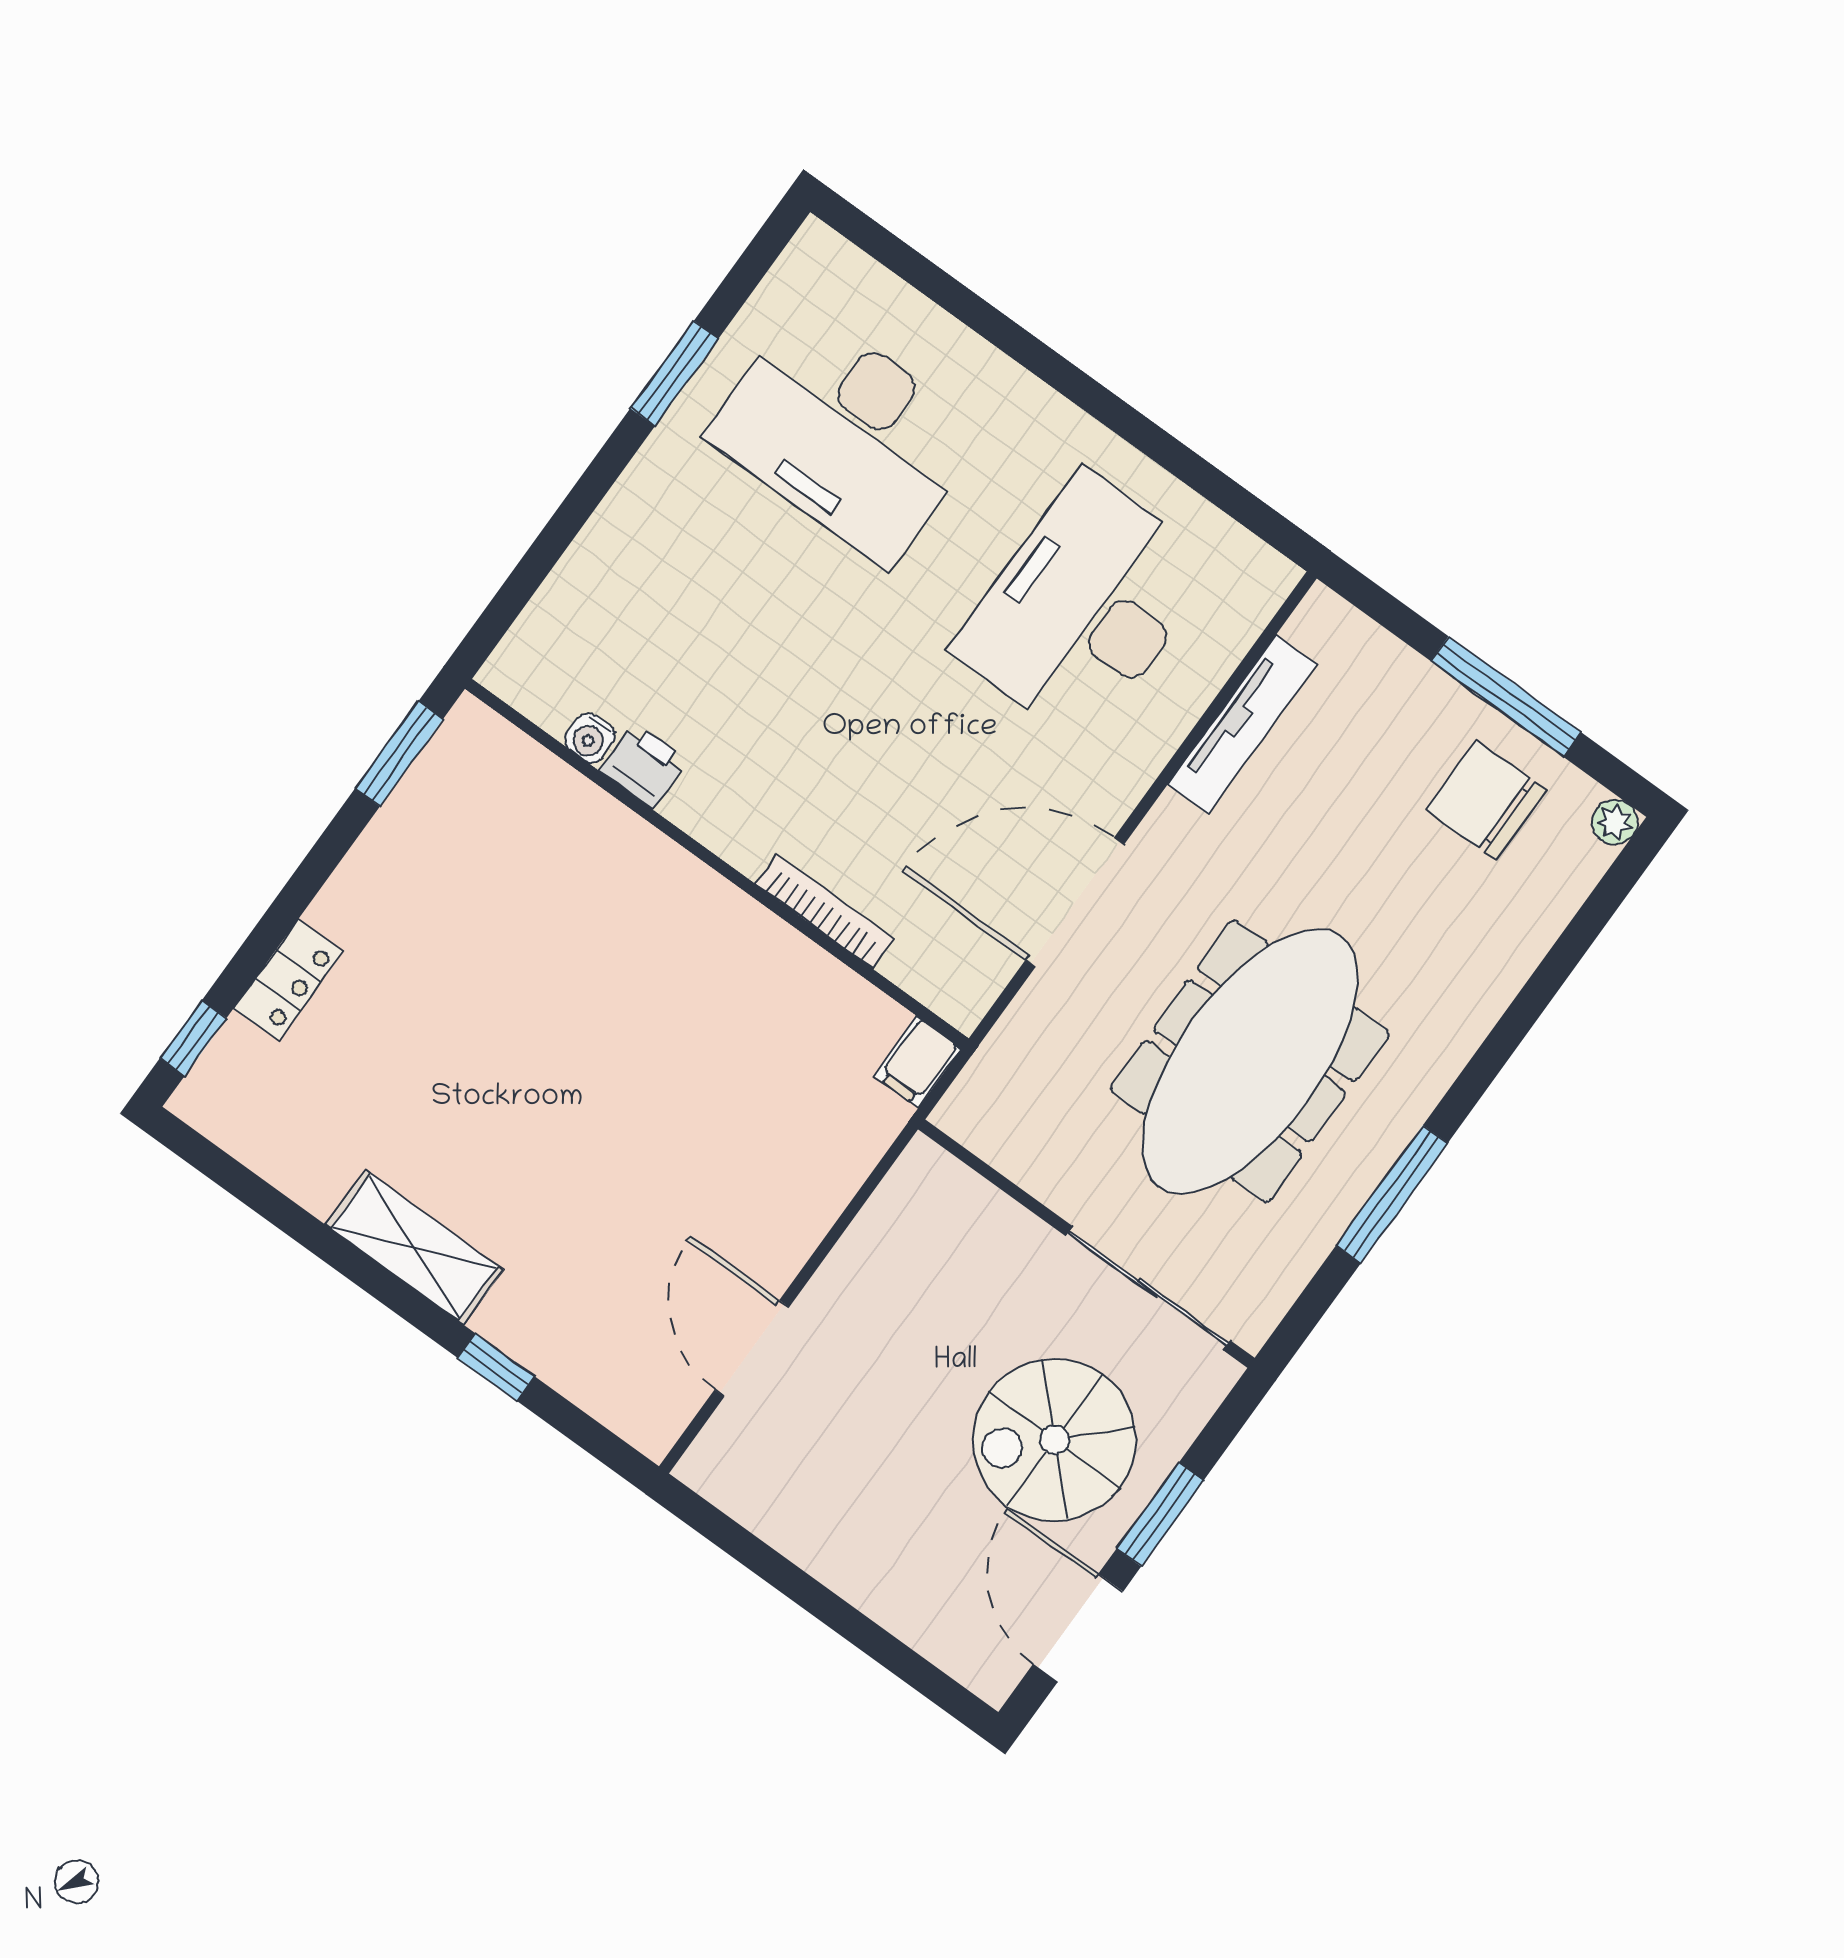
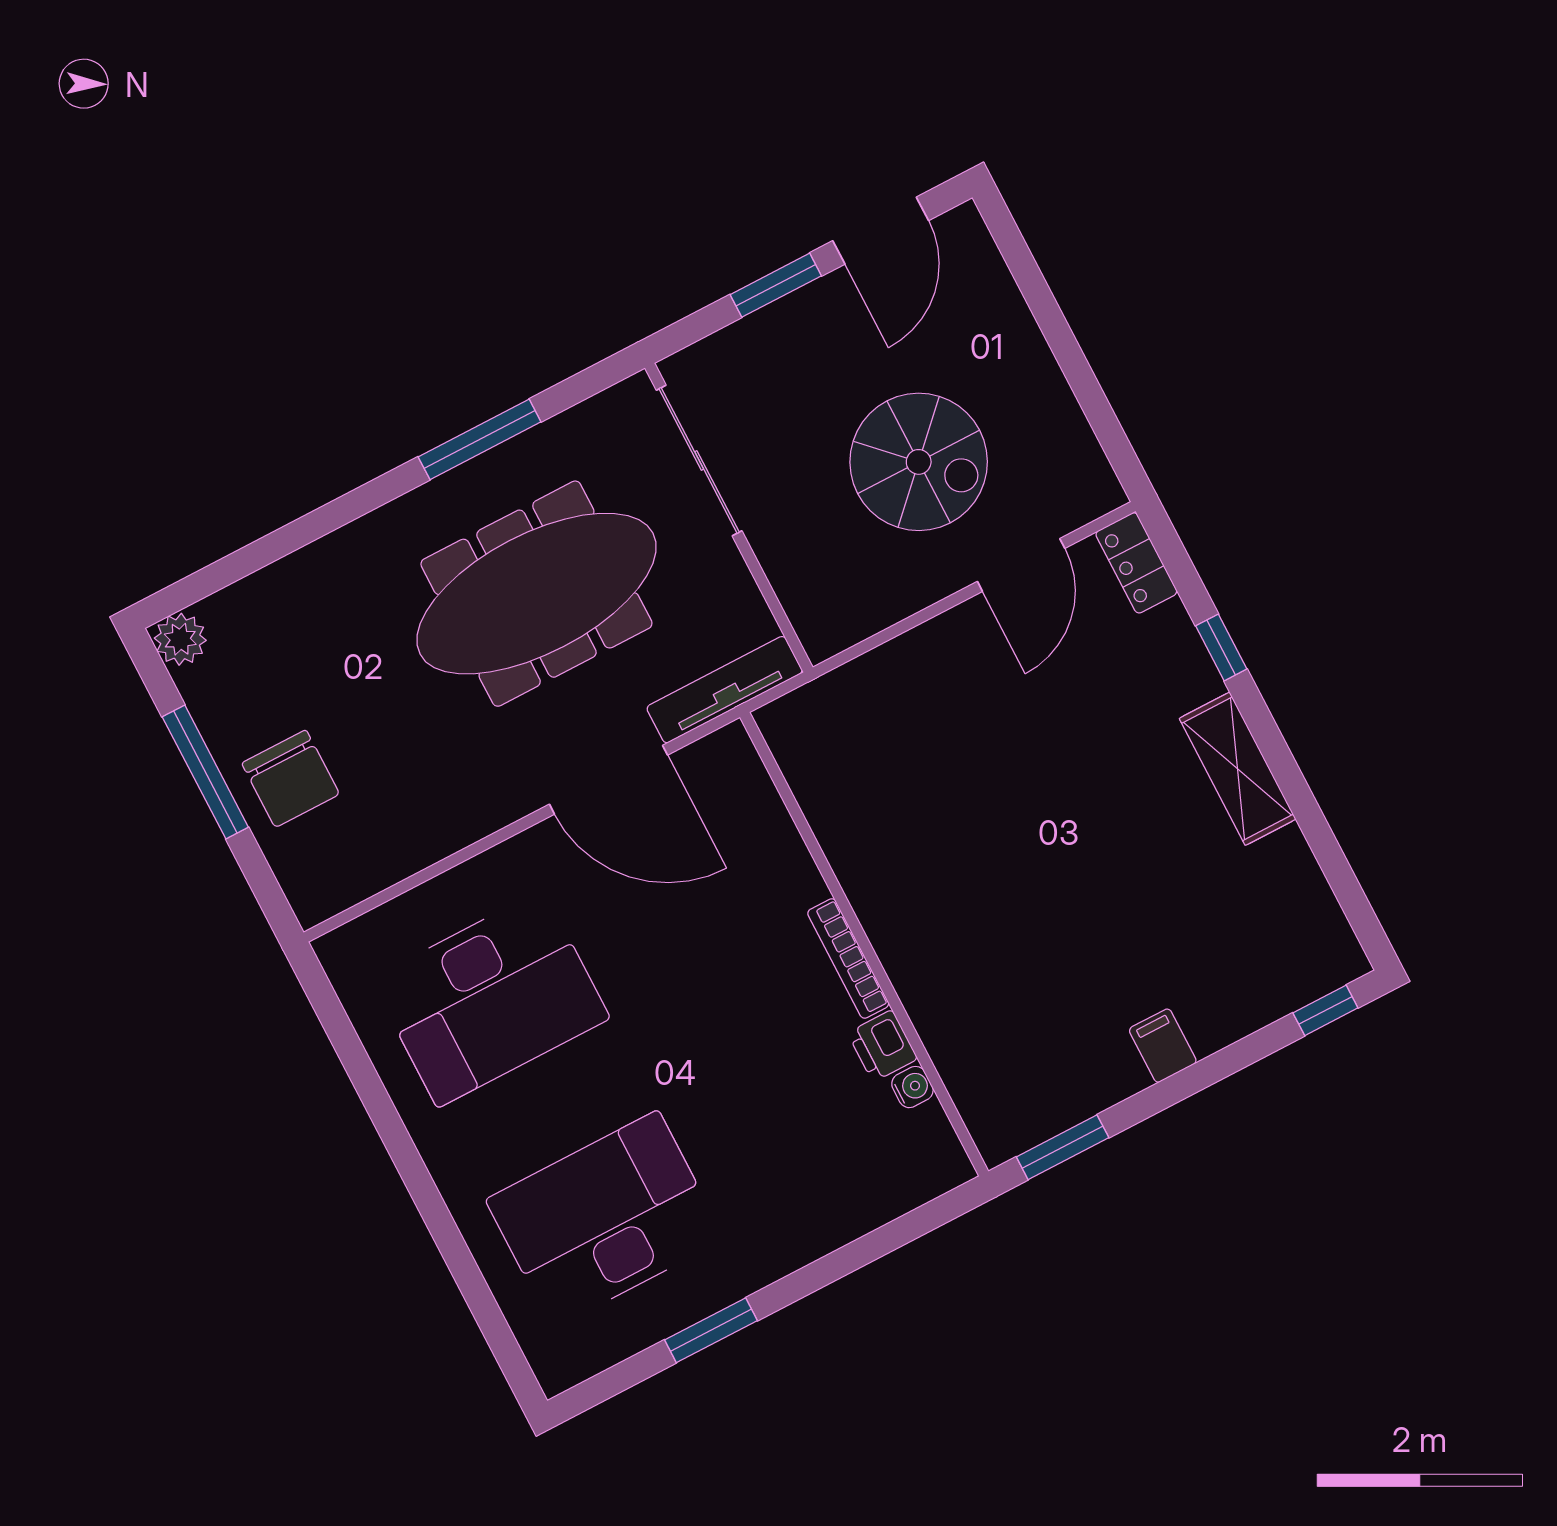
desk: (845, 435) -> (605, 1219), turned -90
tv unit: (1242, 724) -> (725, 690), moved
chair: (1486, 800) -> (291, 779), moved
plant: (1615, 822) -> (180, 639), width x1.38, depth x1.38
bookcase: (825, 911) -> (848, 958), moved
locker: (288, 980) -> (1136, 563), moved, turned -90
filing cabinet: (918, 1062) -> (1163, 1046), moved, turned -90
spiral stairs: (1054, 1440) -> (919, 462), moved

